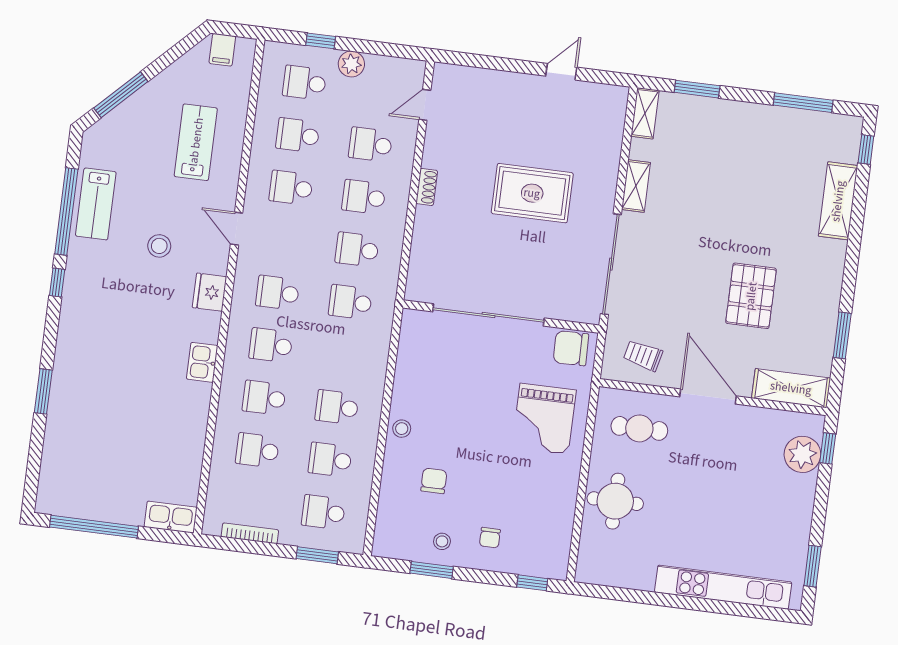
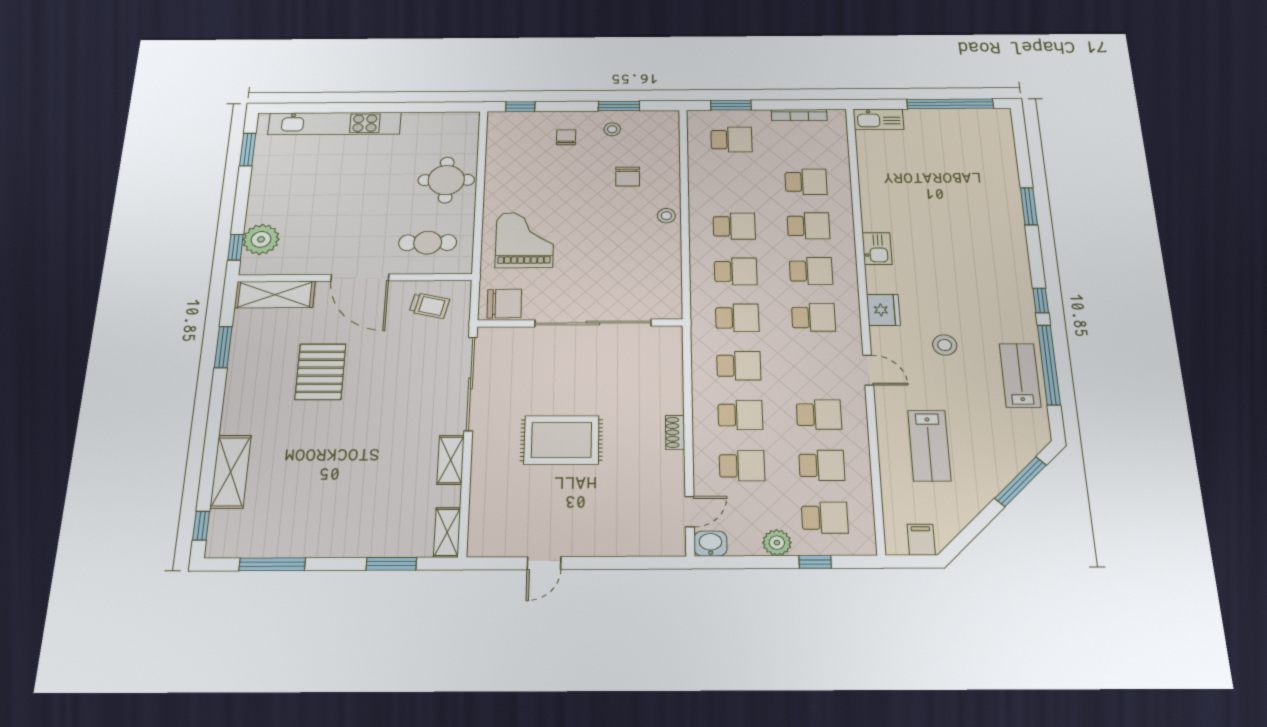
washbasin: (411, 71) -> (710, 544), added
school desk: (330, 460) -> (736, 271), moved

